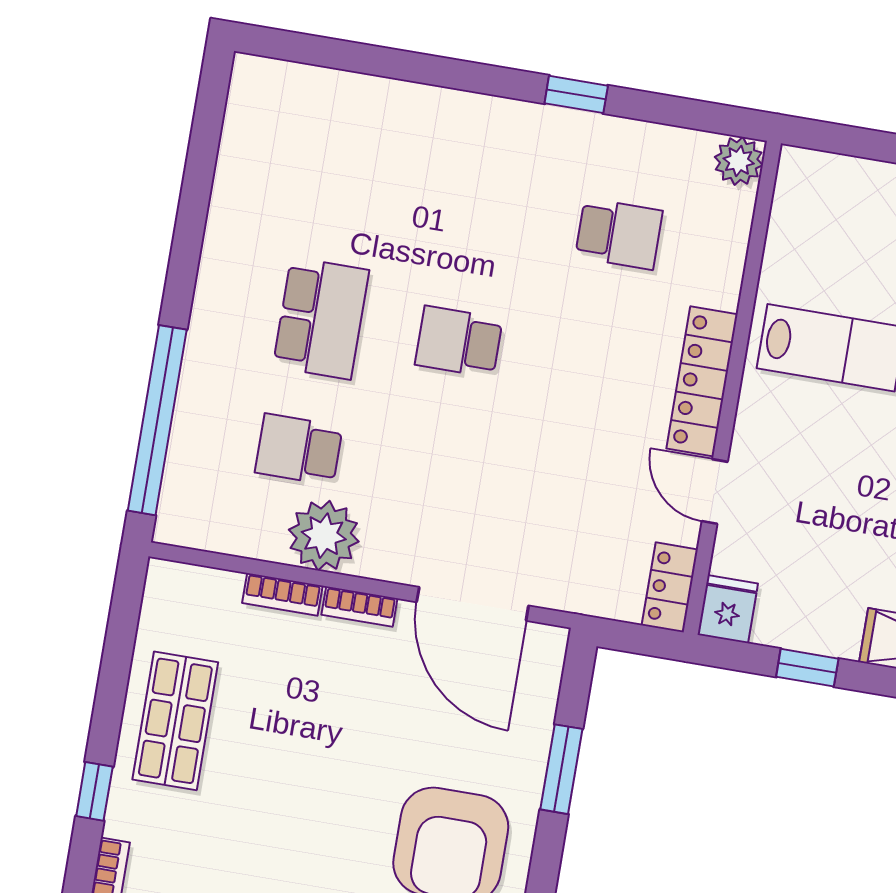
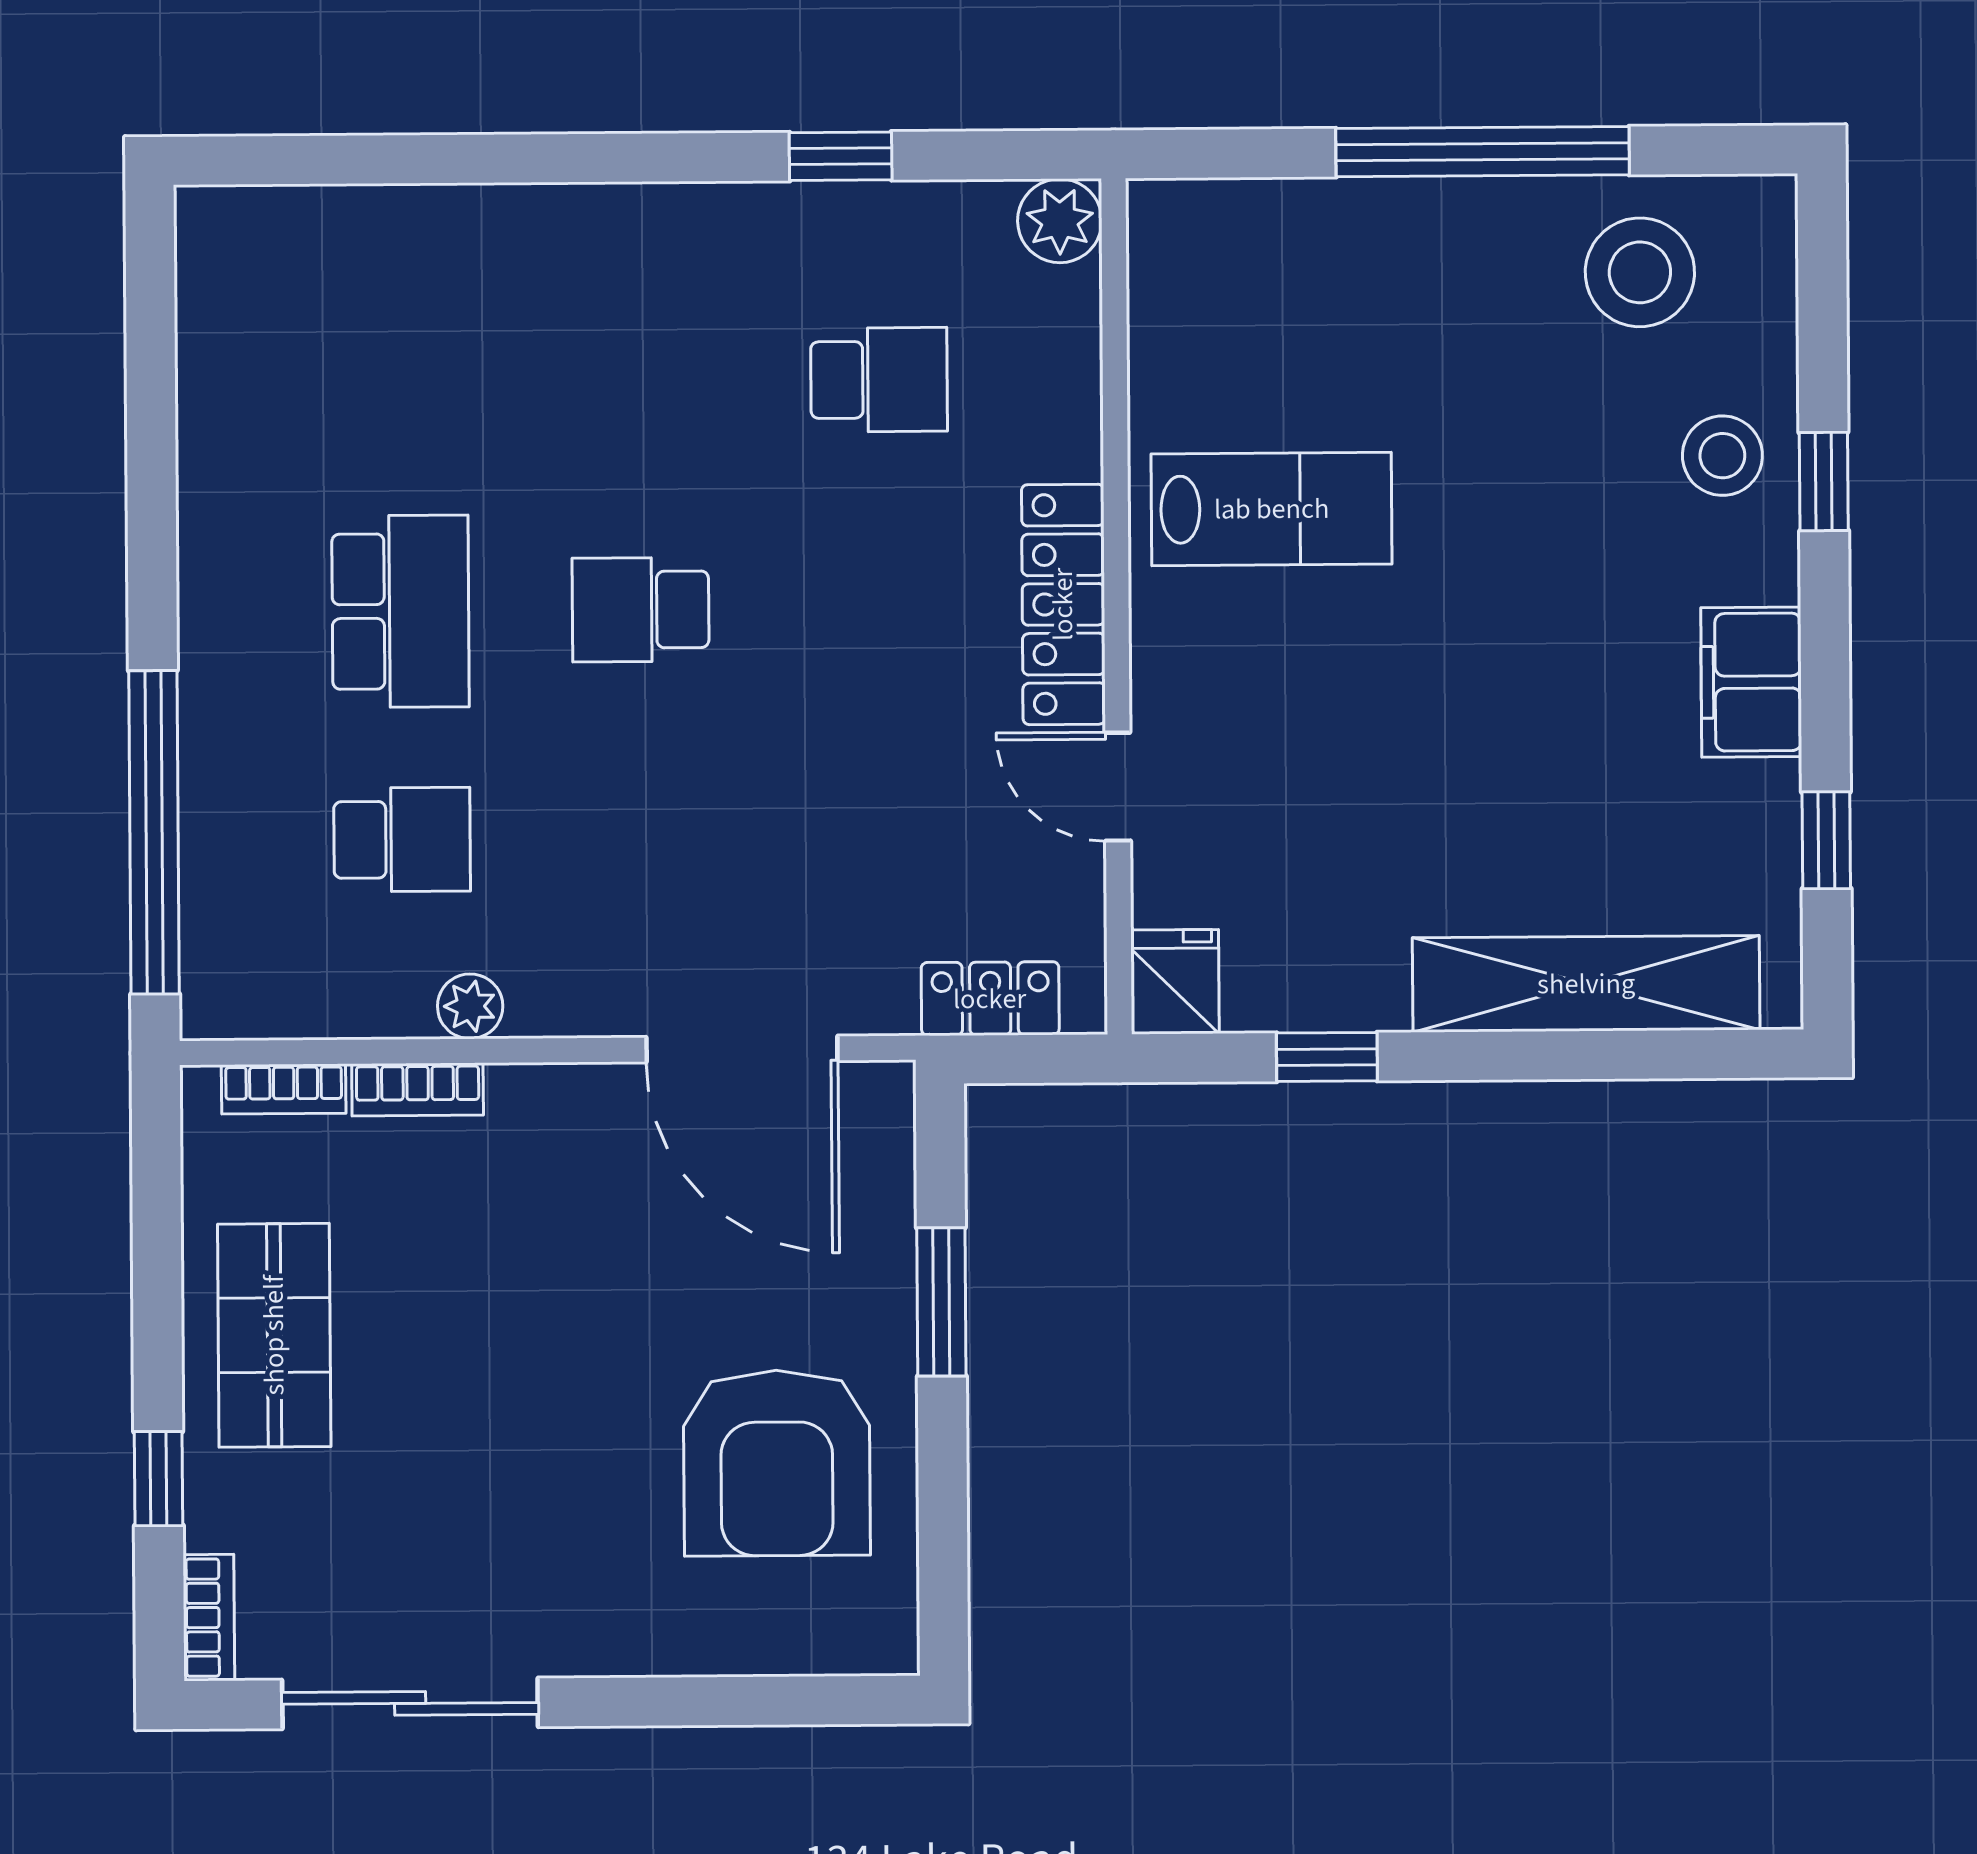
window: (576, 94) -> (841, 156), moved
school desk: (299, 449) -> (402, 840), turned 180
plant: (324, 536) -> (470, 1006), width x0.53, depth x0.53
locker: (670, 587) -> (990, 999), moved, turned 90
bookcase: (359, 607) -> (284, 1089), moved

